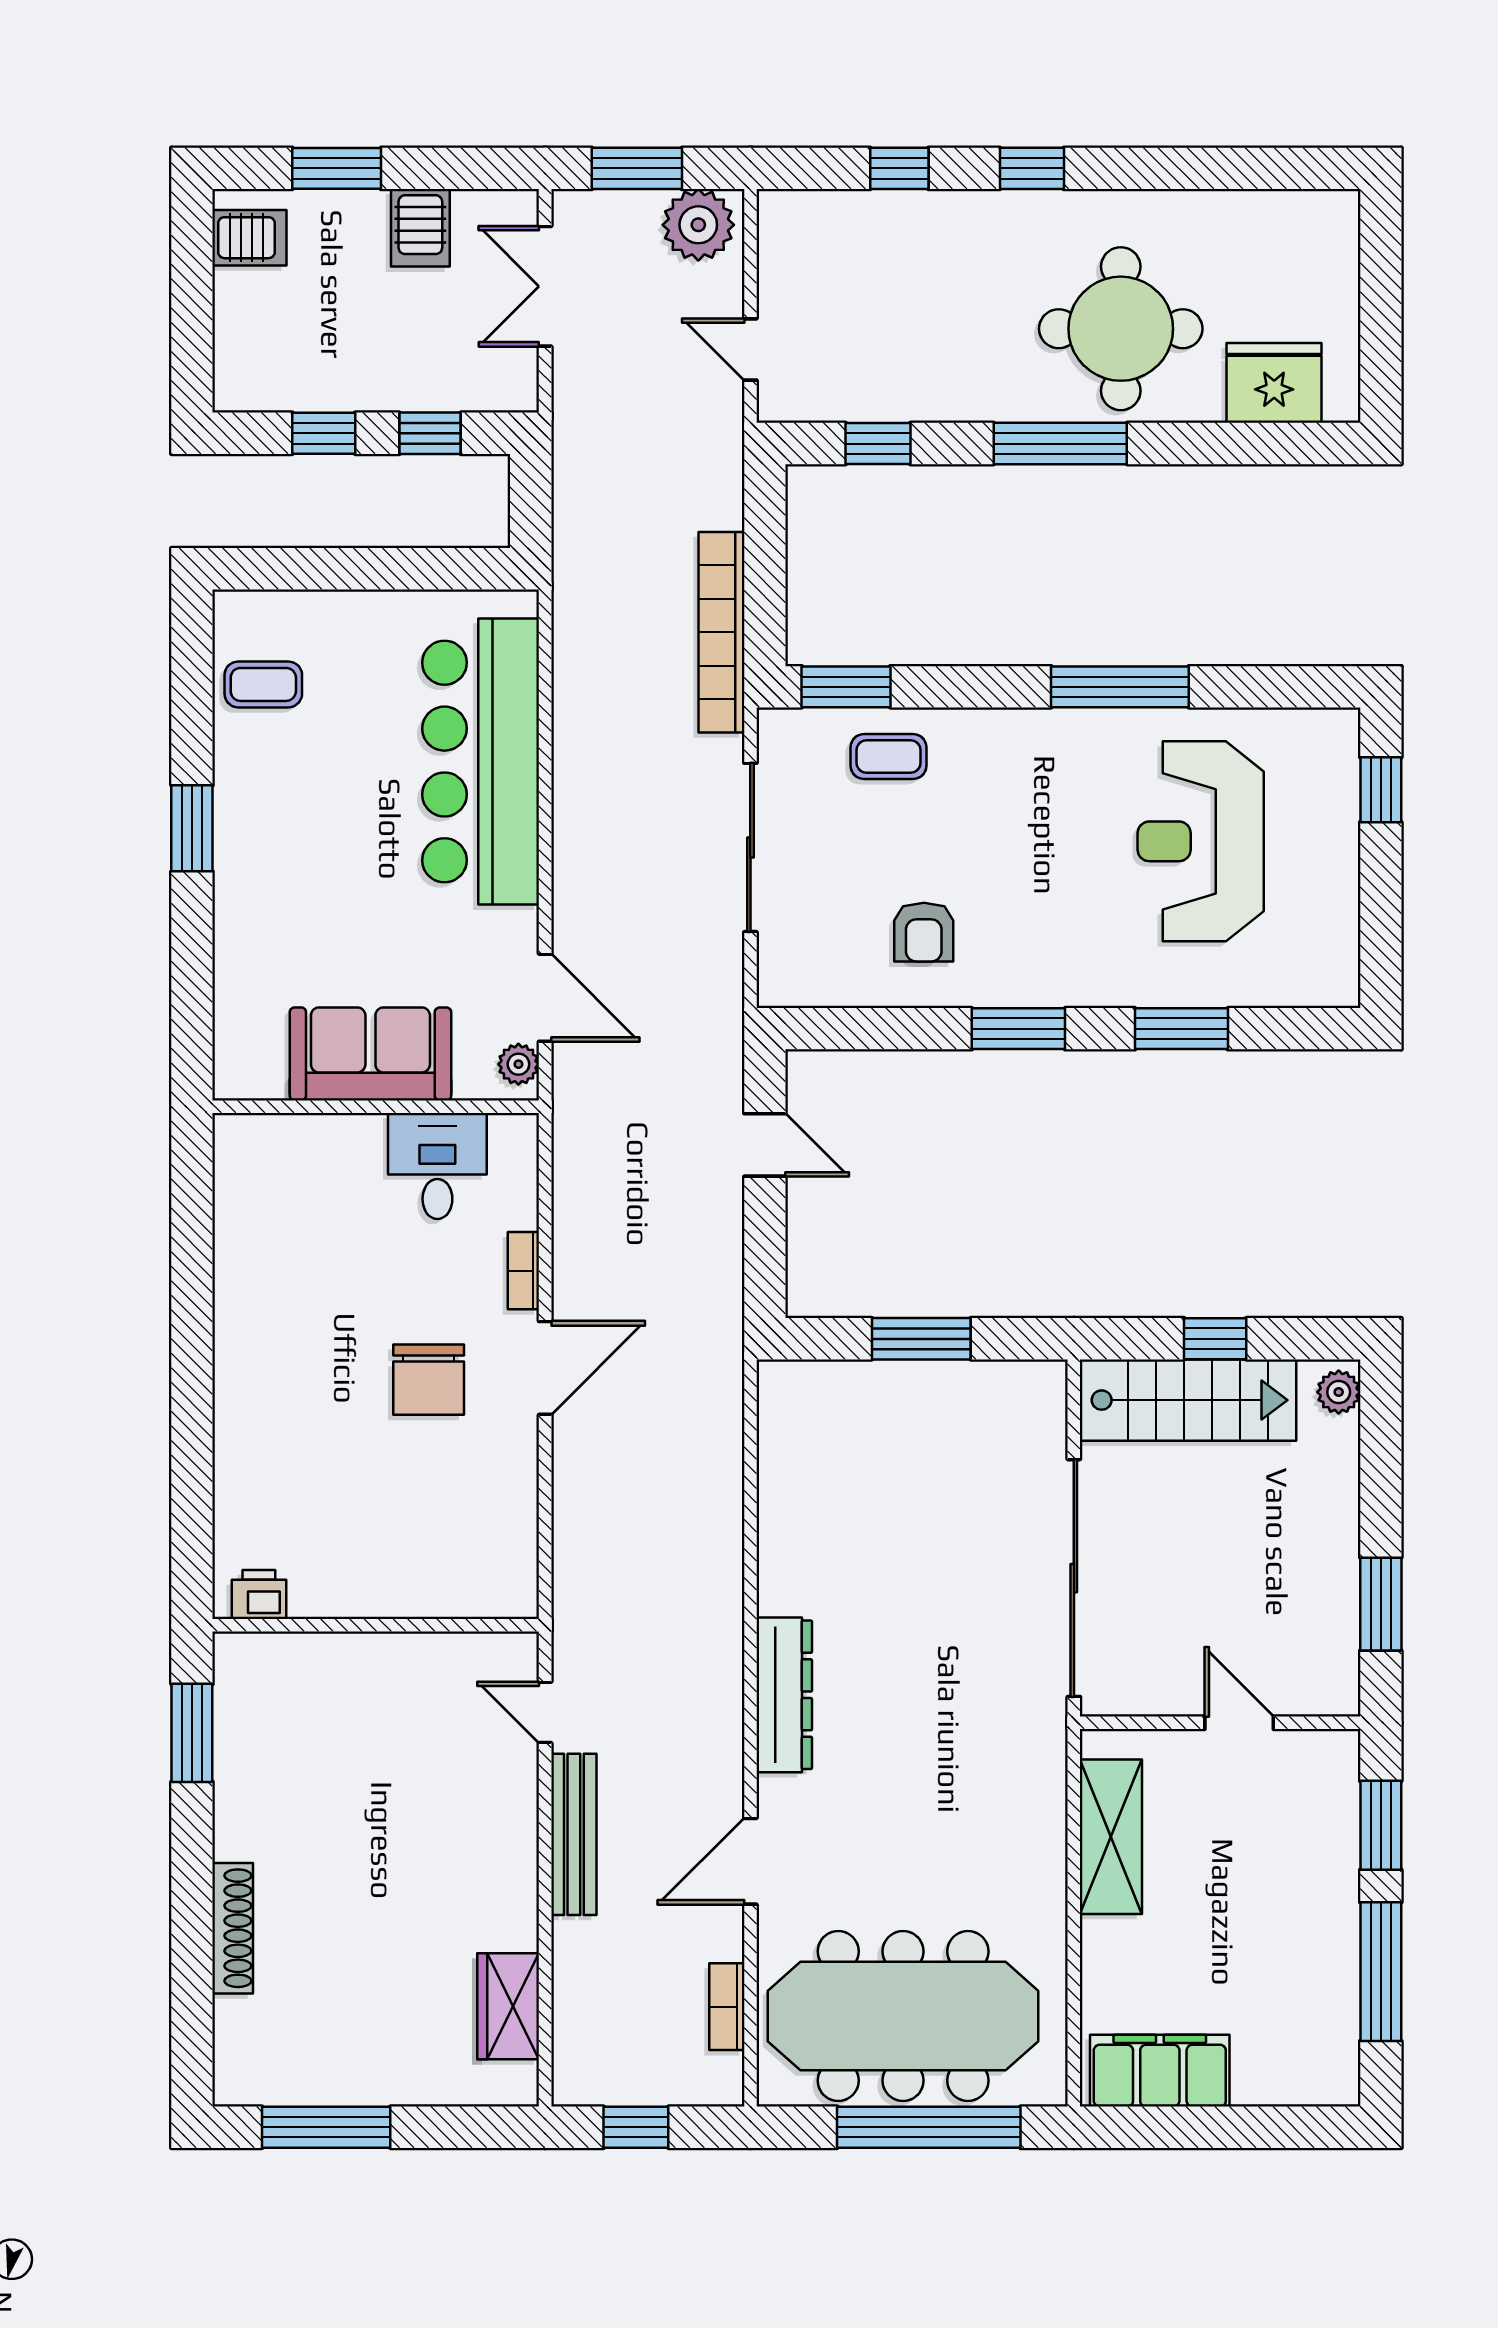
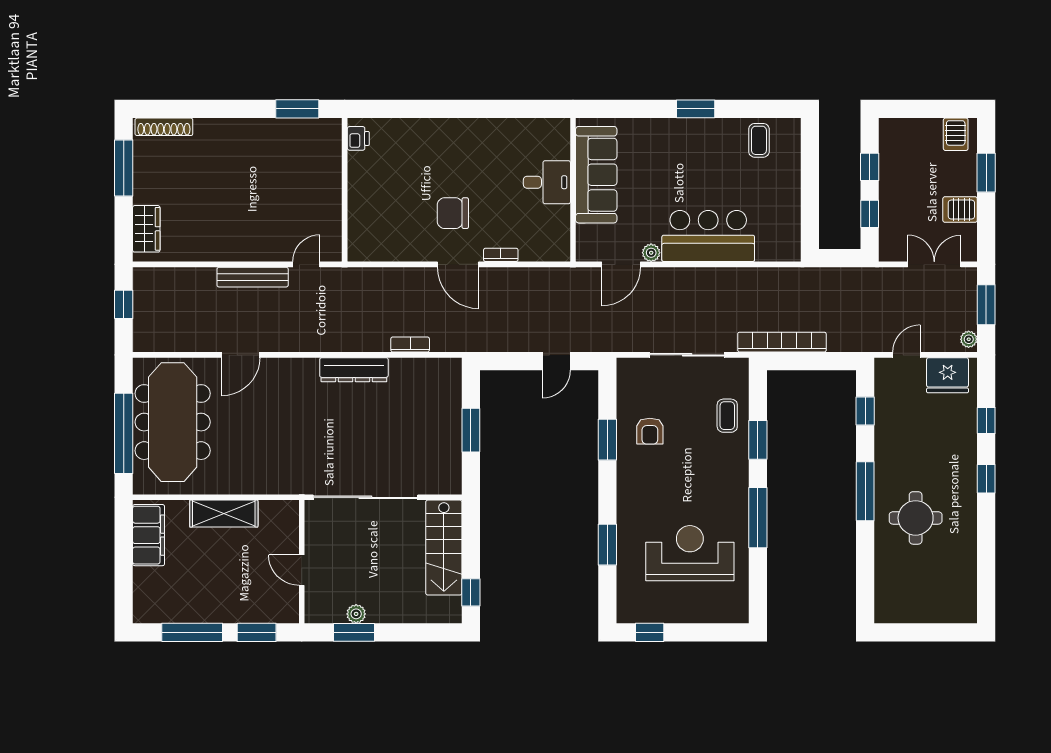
plant: (698, 225) -> (969, 339), width x0.53, depth x0.53
round table: (1121, 329) -> (916, 518), width x0.73, depth x0.73
fridge: (1274, 383) -> (948, 375), moved, turned 90
window: (846, 687) -> (758, 440), moved
bar counter: (481, 762) -> (708, 236), width x0.73
window: (1381, 790) -> (650, 632), moved
armchair: (924, 932) -> (650, 431), turned -90
window: (1018, 1029) -> (607, 440), moved
sofa: (370, 1054) -> (596, 175), width x1.36
plant: (518, 1064) -> (651, 253), moved
desk: (437, 1166) -> (547, 182), moved
window: (1215, 1339) -> (471, 592), moved
plant: (1339, 1392) -> (356, 614), moved
dresser: (784, 1695) -> (354, 370), moved
door: (1239, 1723) -> (302, 570), swing flipped
shelving: (1111, 1837) -> (224, 514), moved
door: (750, 1861) -> (241, 355), swing flipped
shoe rack: (233, 1928) -> (164, 127), moved
wardrobe: (508, 2006) -> (146, 229), moved, turned 90
bookcase: (727, 2007) -> (410, 344), moved

